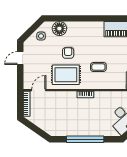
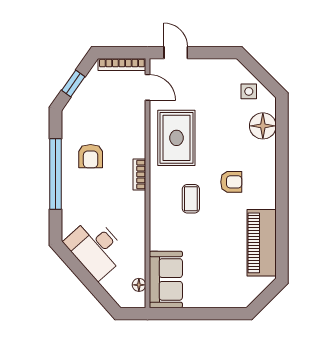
armchair: (68, 53) -> (231, 182), moved
door: (20, 58) -> (176, 53), moved
armchair: (76, 121) -> (91, 156), added
window: (37, 130) -> (73, 84), added

